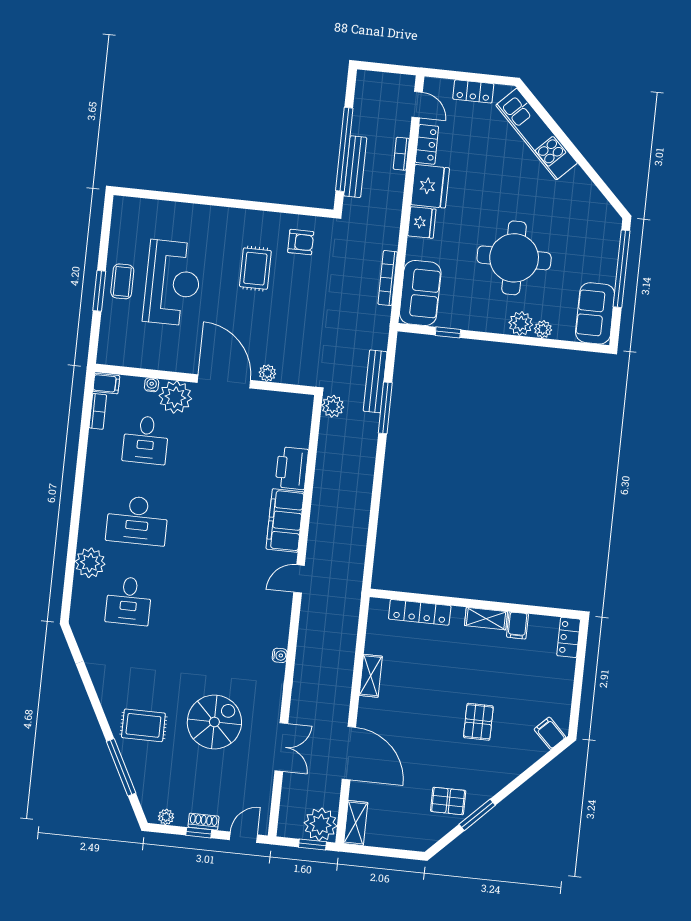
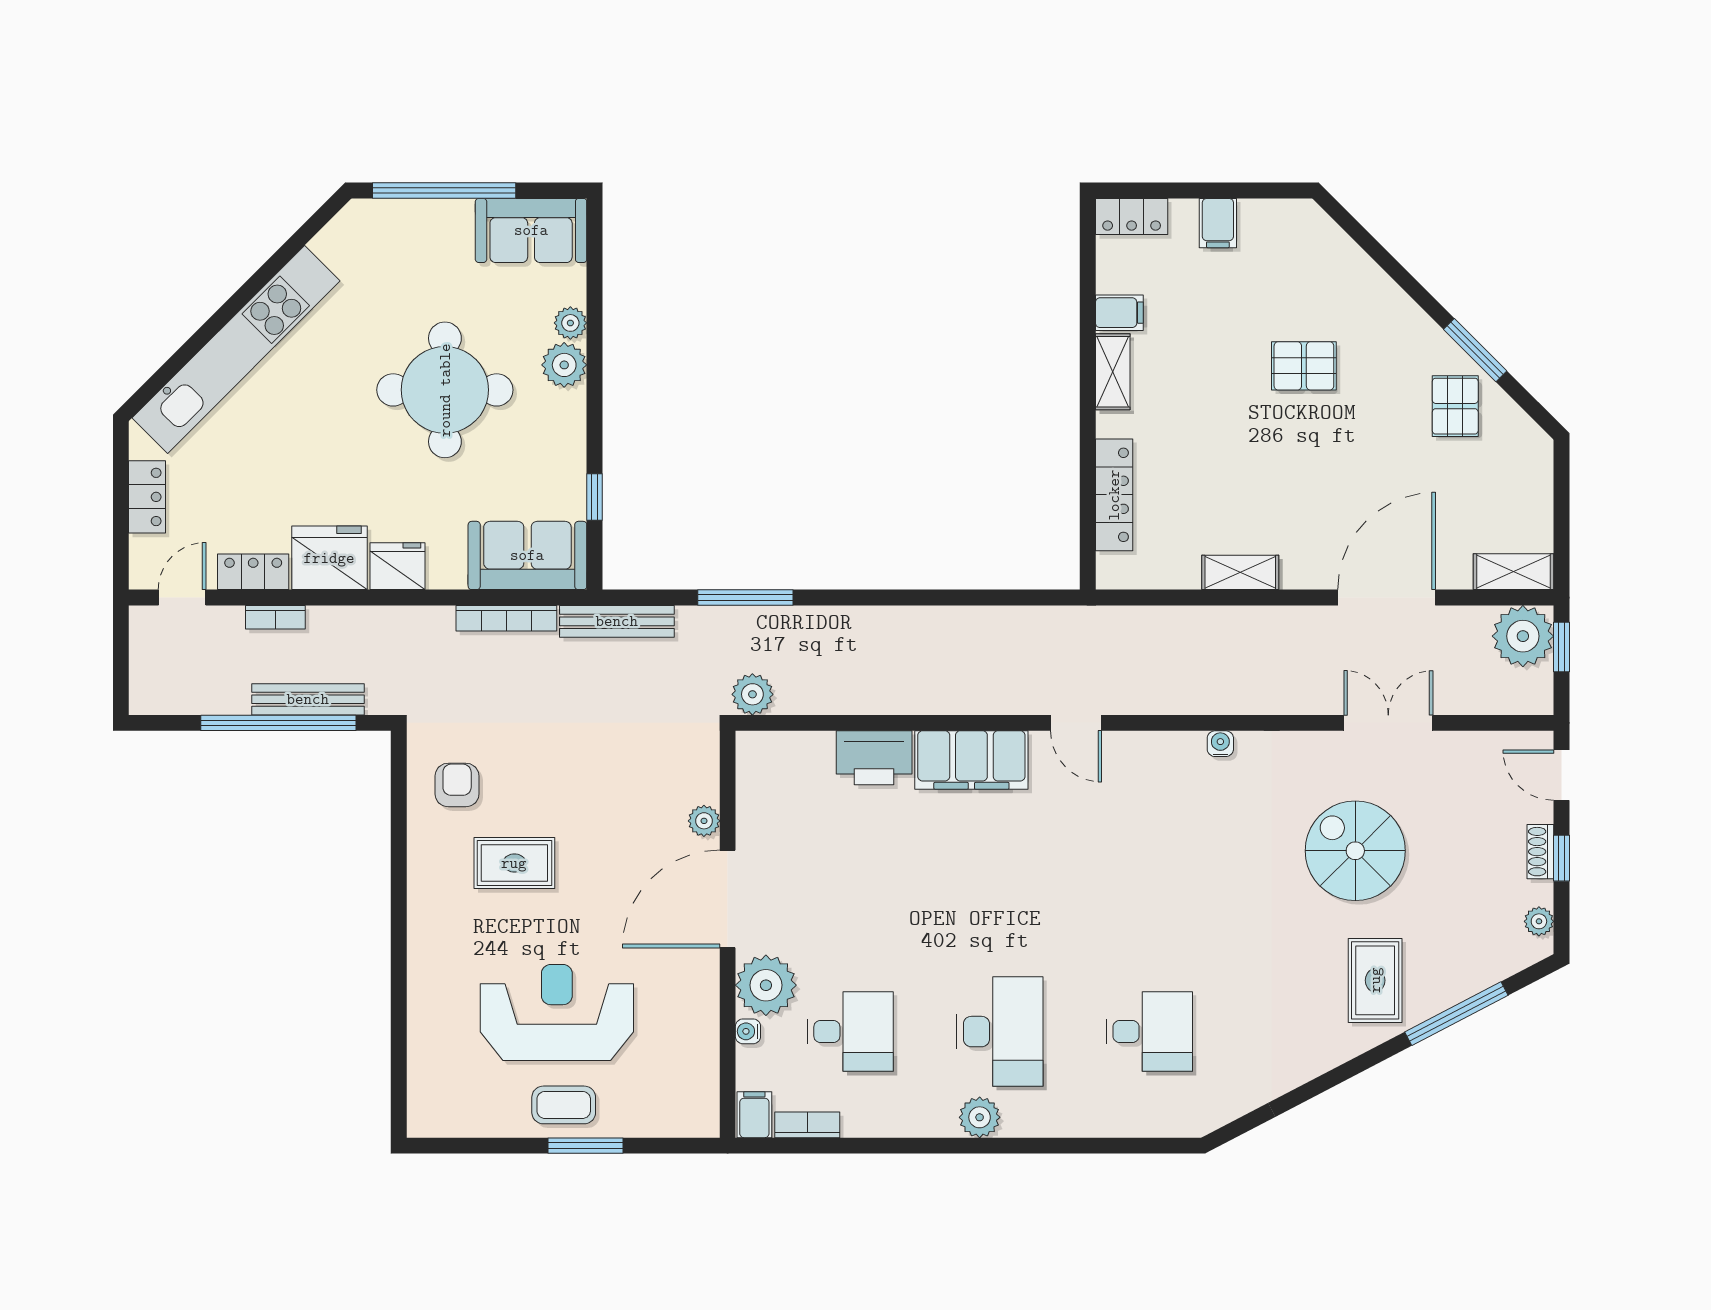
kitchen unit: (537, 134) -> (236, 349), width x1.36
bench: (375, 381) -> (617, 621), moved
plant: (90, 563) -> (980, 1117), moved, width x0.73, depth x0.73
filing cabinet: (550, 733) -> (1218, 223), moved, turned -45

